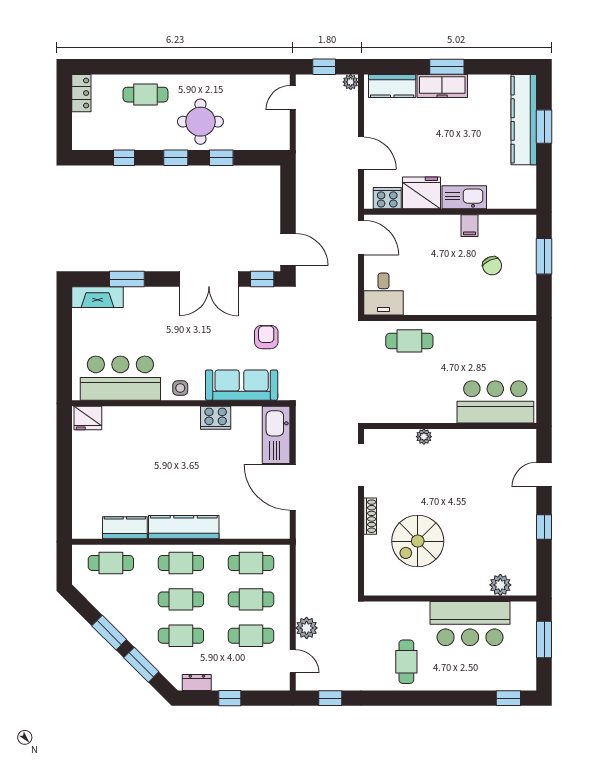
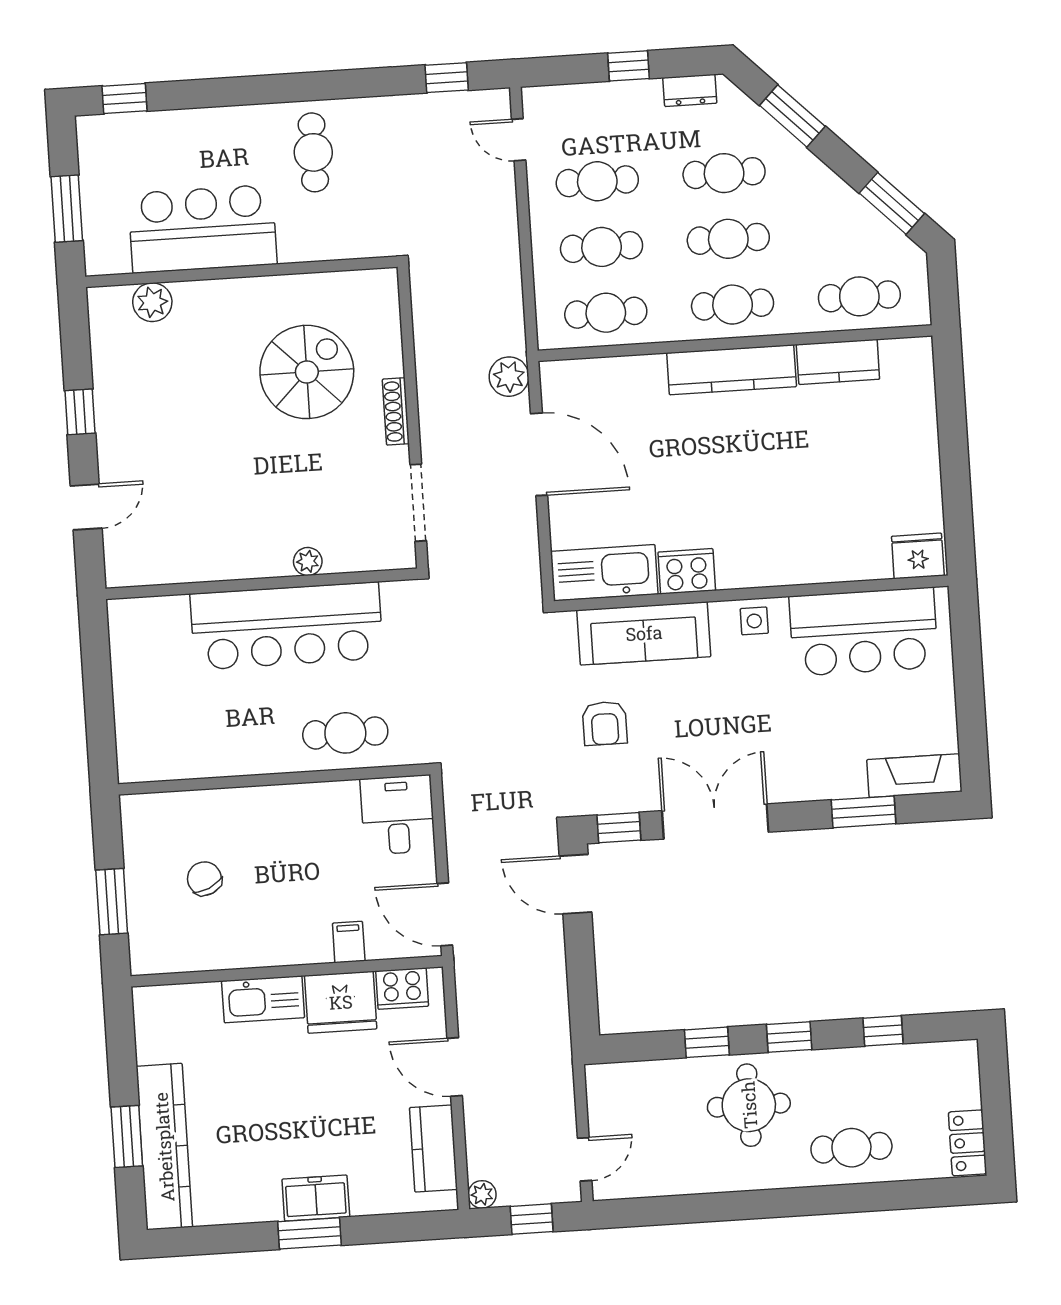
kitchen counter: (392, 86) -> (433, 1149), moved, turned -90
freezer: (442, 86) -> (316, 1198), width x0.71
filing cabinet: (470, 226) -> (349, 942), moved
bar counter: (495, 402) -> (287, 626), moved, width x1.36
kitchen sink: (276, 435) -> (604, 573), moved, turned -90
plant: (307, 628) -> (509, 377), moved
window: (109, 633) -> (892, 203), moved

